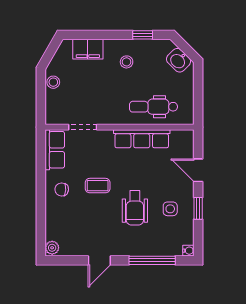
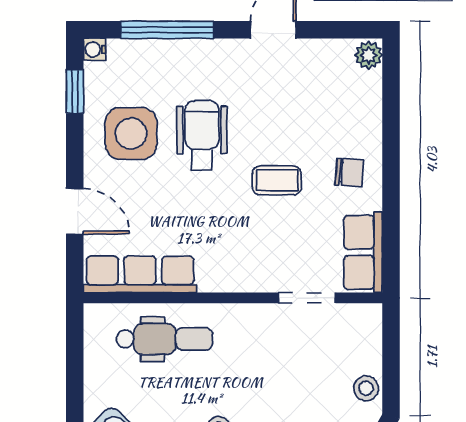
row of seats: (142, 139) -> (140, 274), moved
window: (198, 208) -> (75, 91), moved
side table: (170, 209) -> (131, 133), width x1.87, depth x1.87

